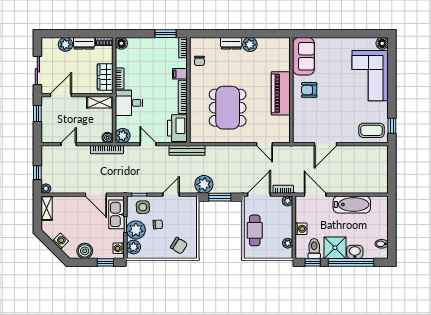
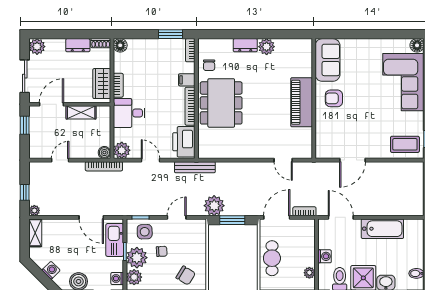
plant: (65, 44) -> (37, 47), moved
shelving: (100, 102) -> (81, 112), moved
dining table: (228, 108) -> (221, 103), moved
plant: (288, 201) -> (309, 225), removed

